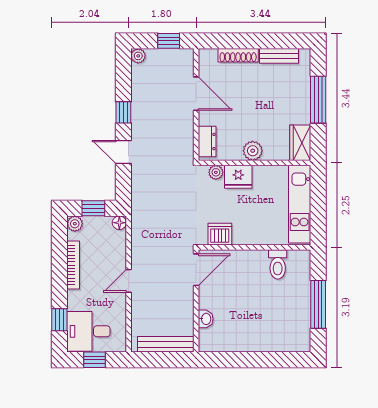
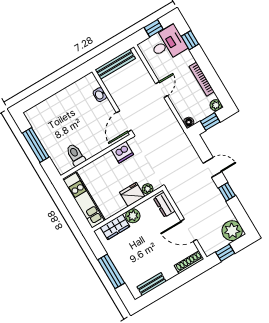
shoe rack: (238, 55) -> (189, 262), moved
plant: (138, 56) -> (232, 231), width x1.88, depth x1.88
wardrobe: (300, 143) -> (115, 227), moved, turned 90

